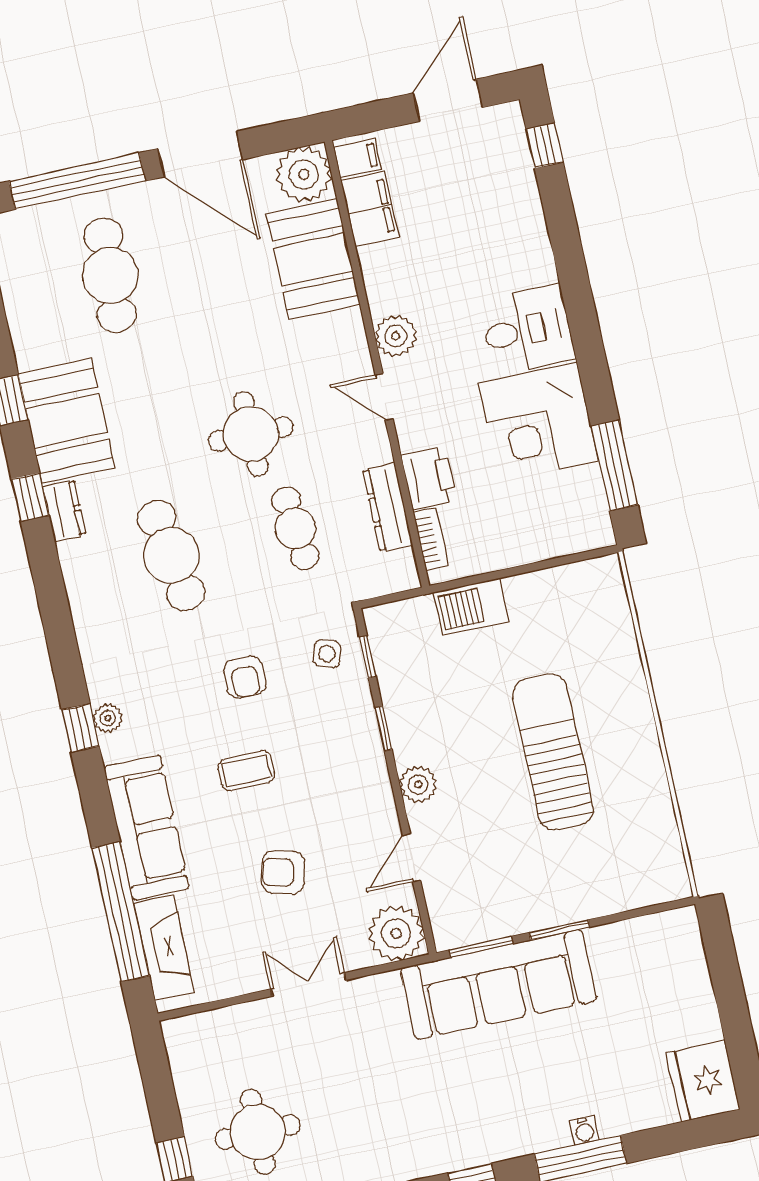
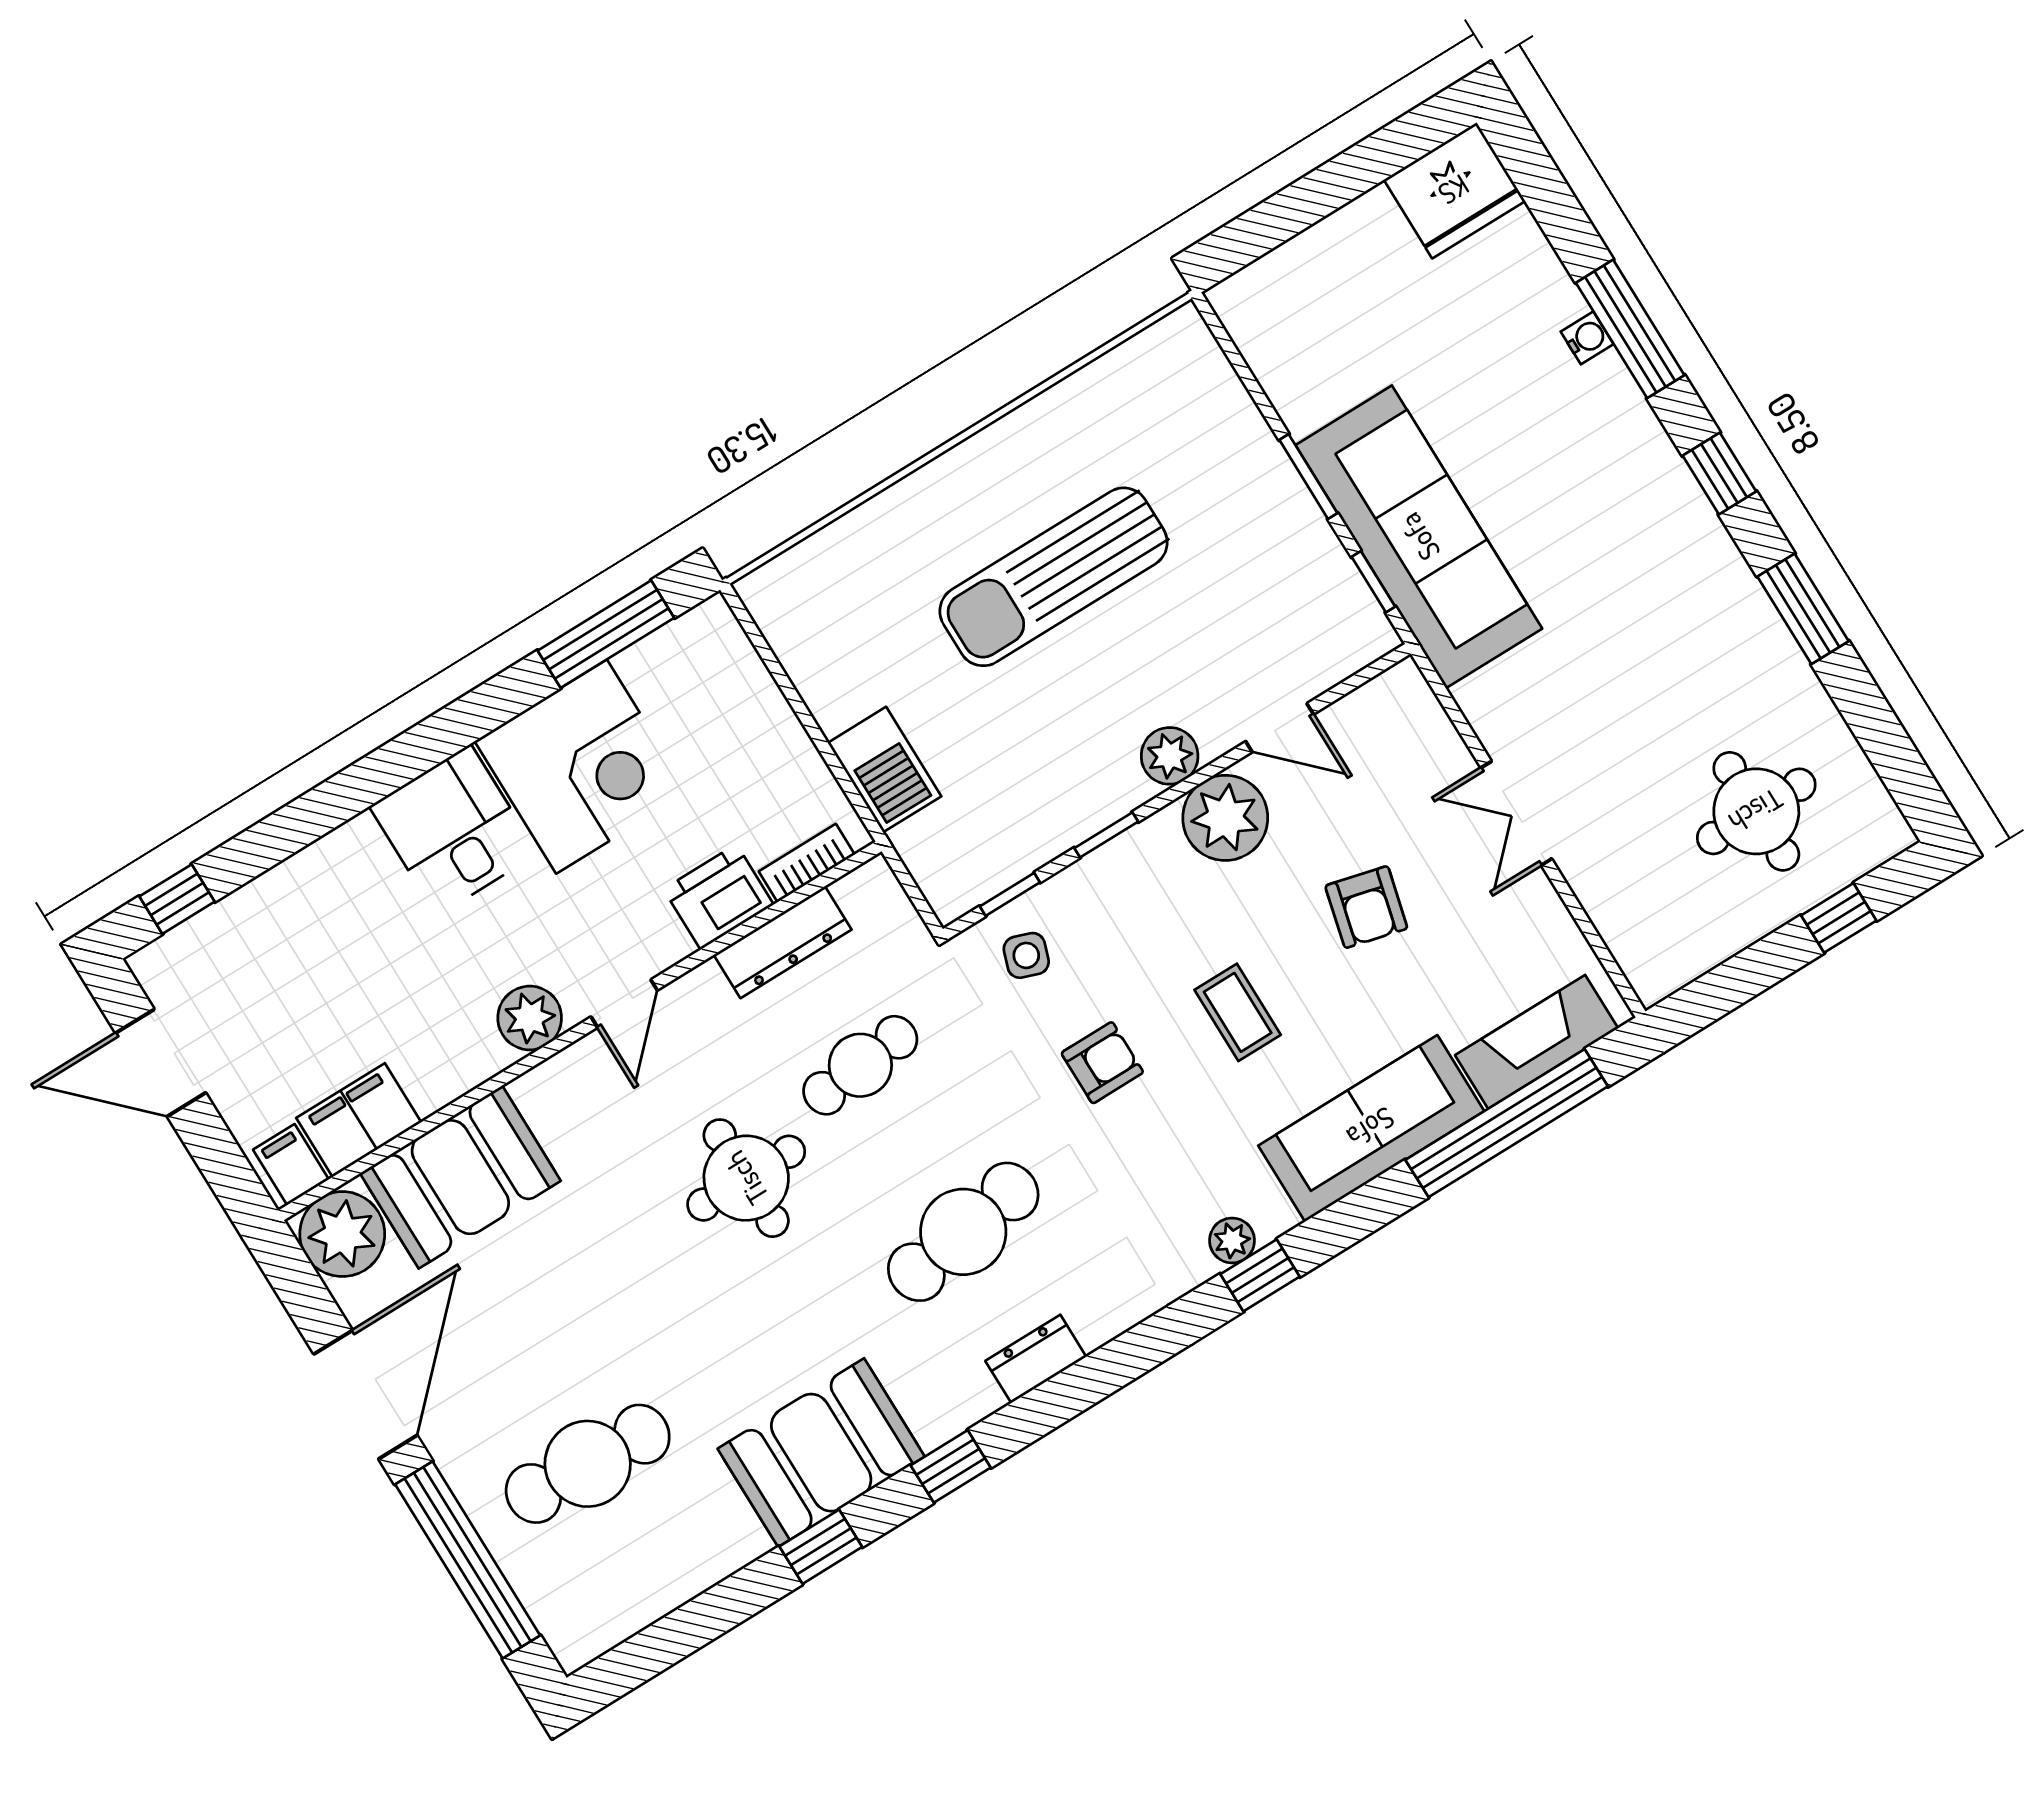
dresser: (64, 511) -> (1036, 1359), moved
plant: (396, 933) -> (1225, 818), moved
window: (481, 947) -> (1373, 582), width x0.67

